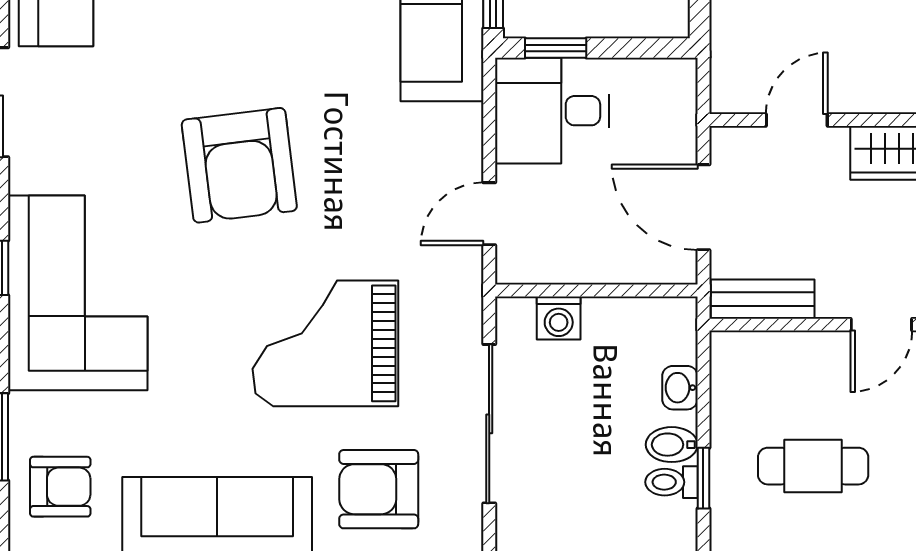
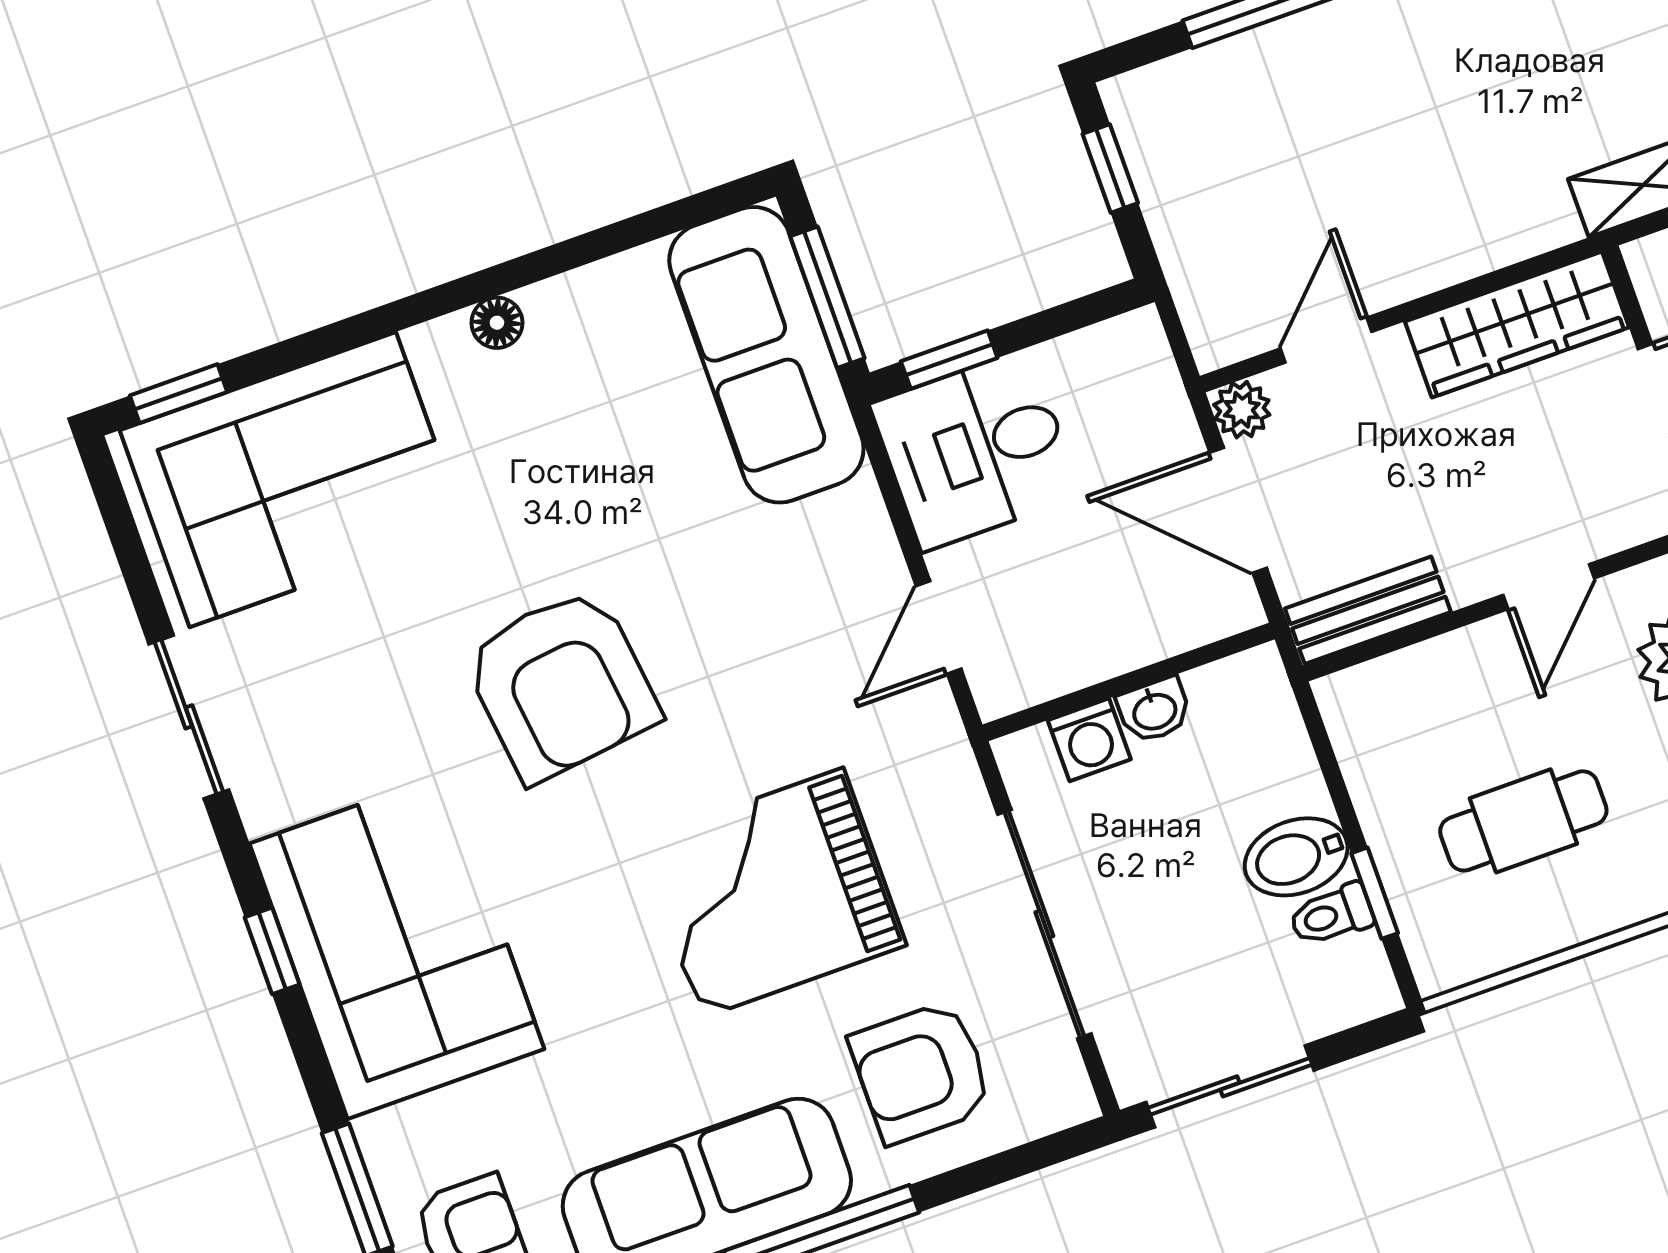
plant: (728, 145) -> (1242, 410), added
washbasin: (680, 388) -> (1154, 710), moved, turned -90
bidet: (672, 445) -> (1296, 857), width x1.38, depth x1.36

